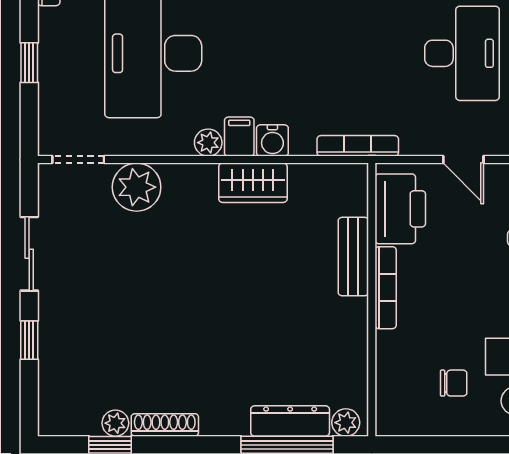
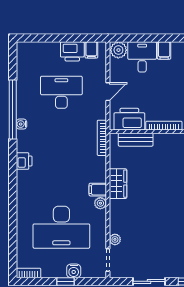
water cooler: (272, 140) -> (74, 271), moved, turned 90
plant: (137, 187) -> (115, 239), width x0.53, depth x0.53
bench: (353, 257) -> (136, 140), moved

